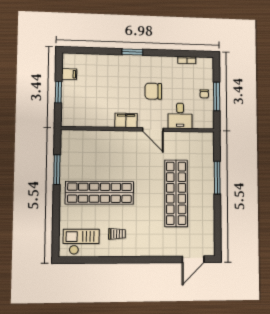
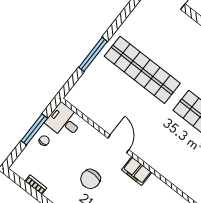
chair: (153, 91) -> (90, 179), turned 90
desk: (180, 116) -> (64, 121), moved, turned -90
shop shelf: (176, 193) -> (142, 70), turned 90

